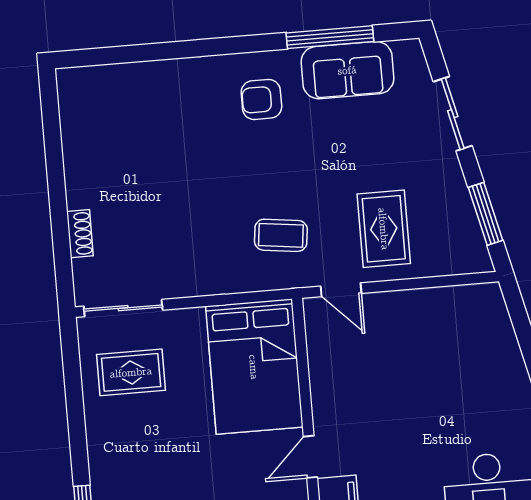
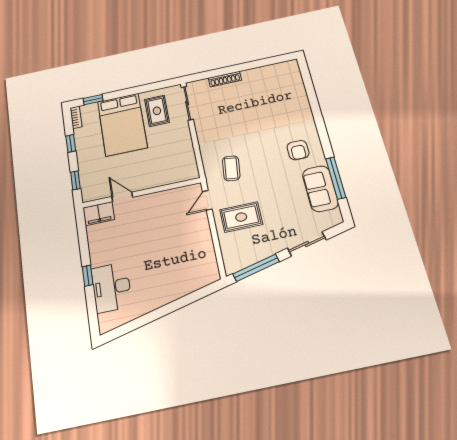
armchair: (261, 99) -> (298, 150), turned 180
window: (485, 214) -> (256, 268), width x1.44
shoe rack: (80, 234) -> (225, 79), width x1.43
bed: (254, 367) -> (122, 124), moved, turned -90

